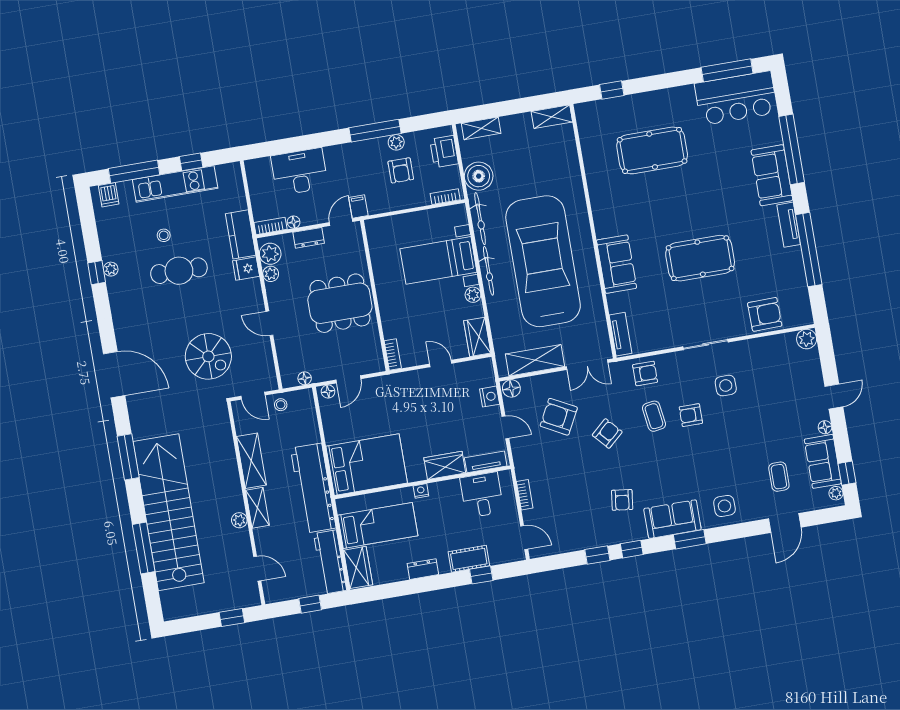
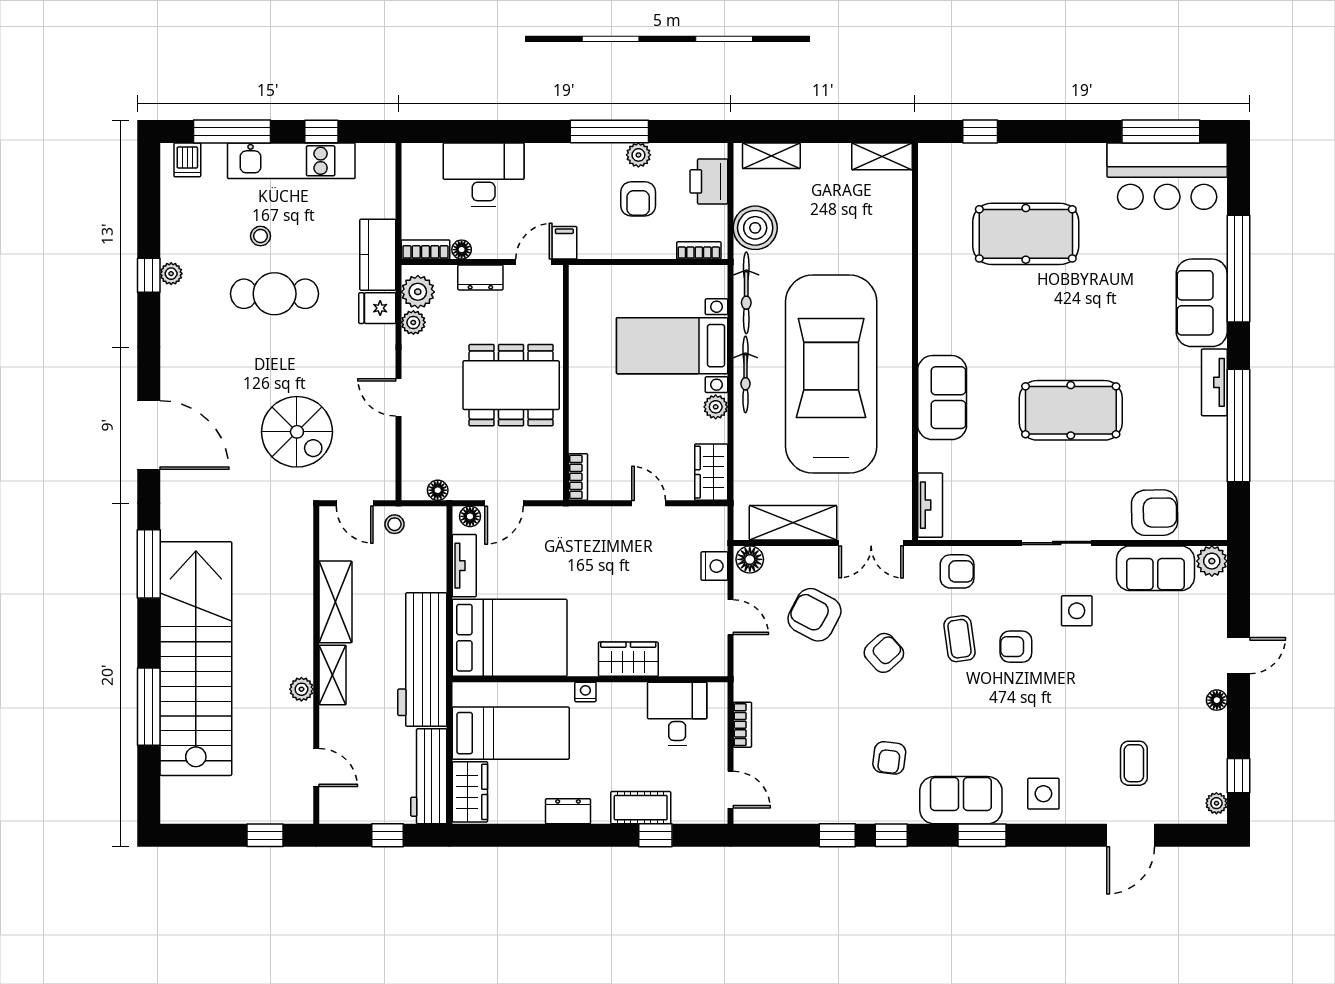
sofa: (823, 461) -> (1155, 568), moved, turned -90
tv unit: (486, 462) -> (464, 566), moved, turned 90

